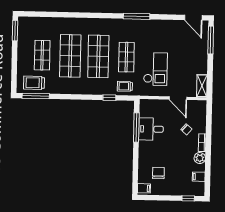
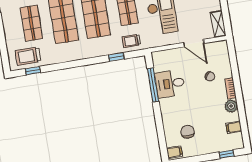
window: (36, 96) -> (33, 71), width x0.46

